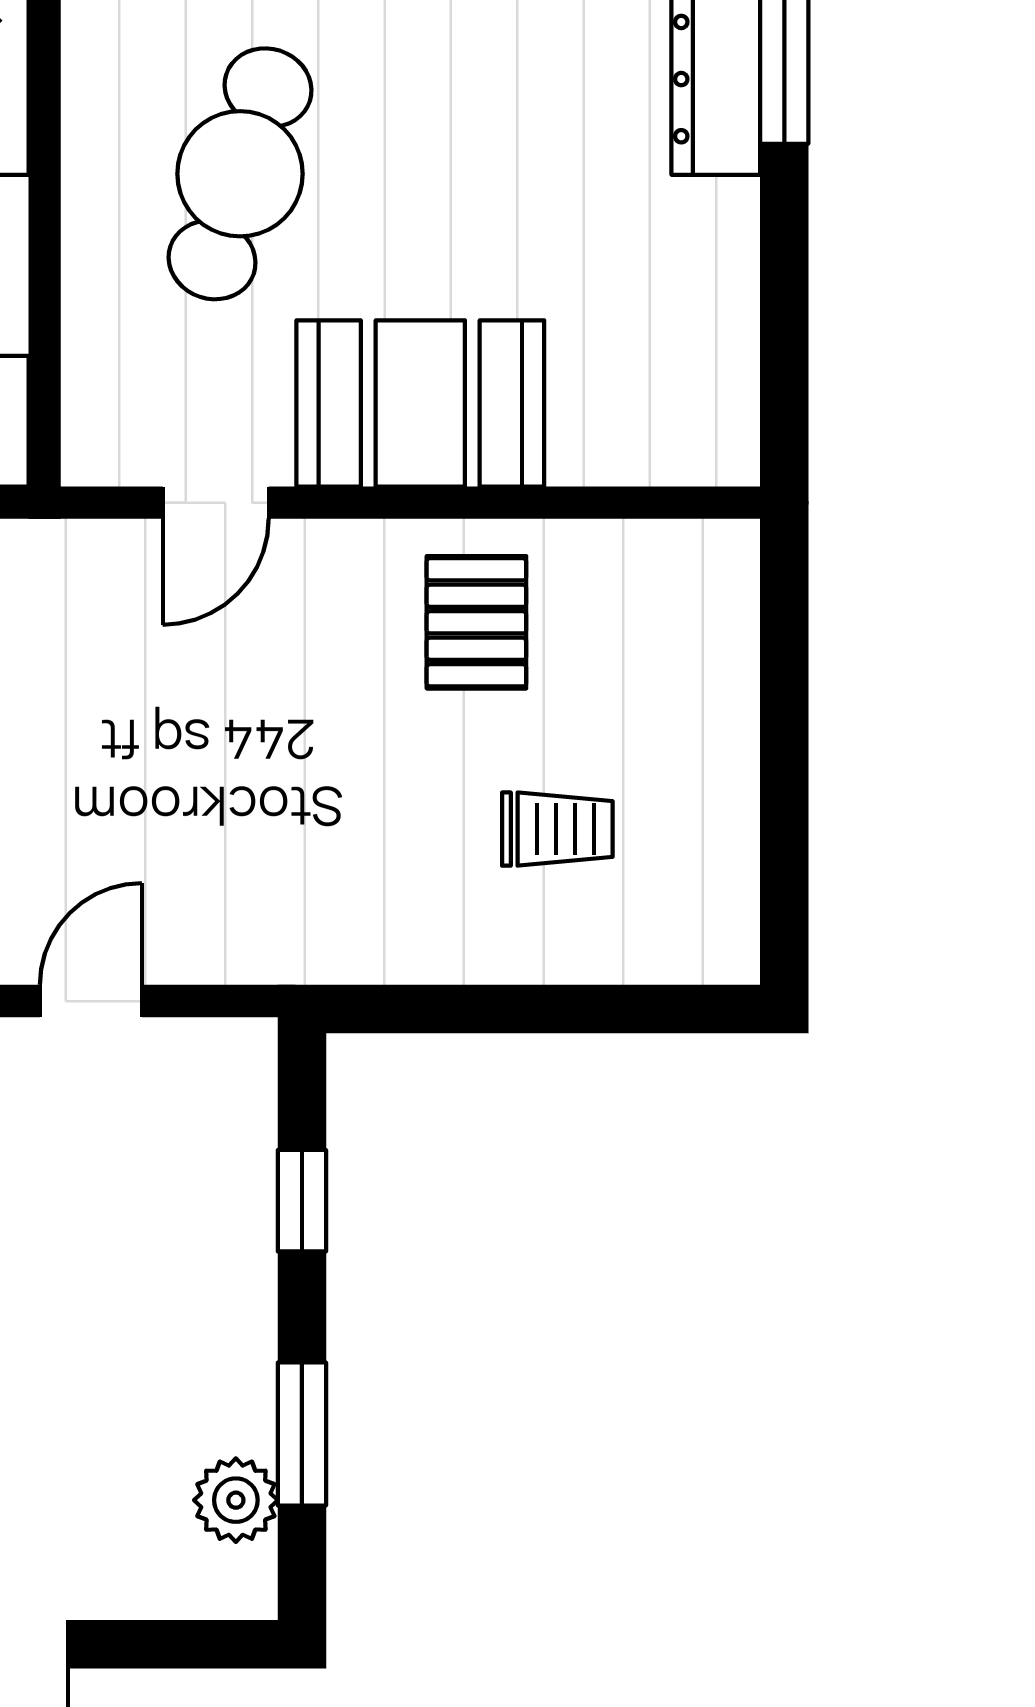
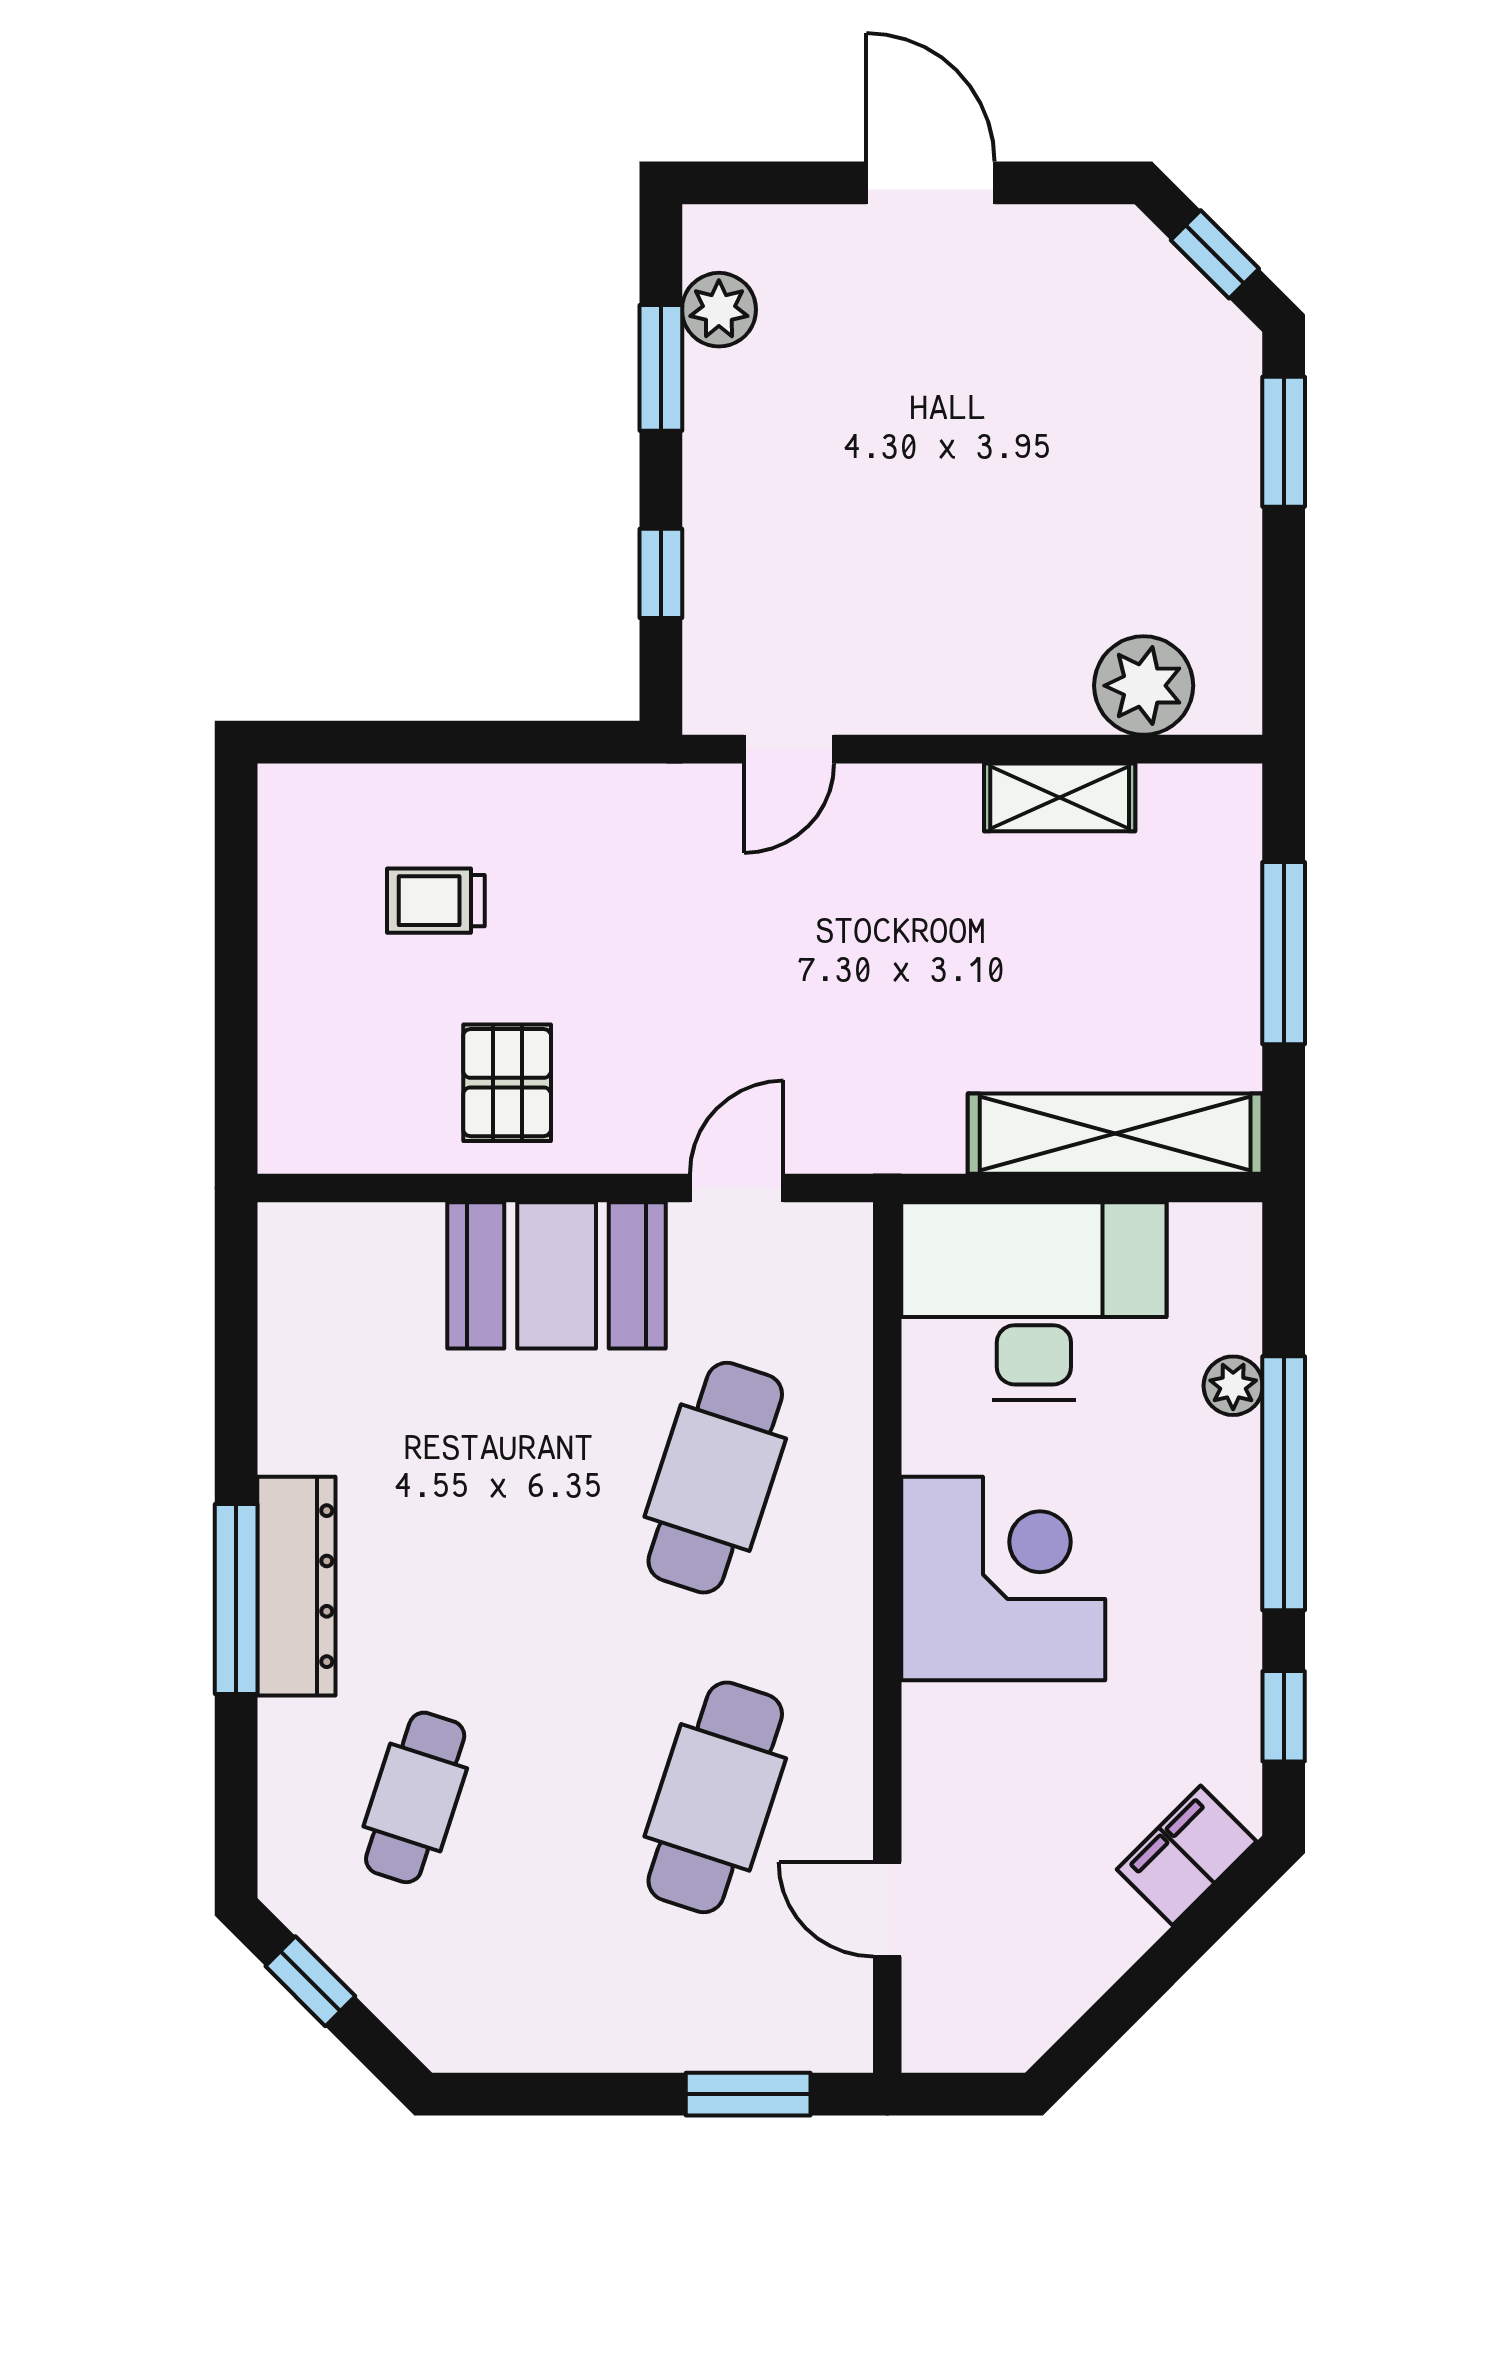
door: (91, 1001) -> (789, 749), moved

